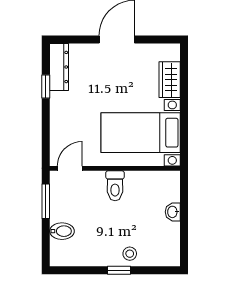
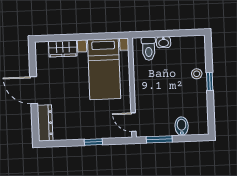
dresser: (59, 67) -> (45, 123), moved, turned 90
window: (46, 87) -> (93, 142), moved
toilet: (115, 186) -> (149, 49), moved, turned 90

